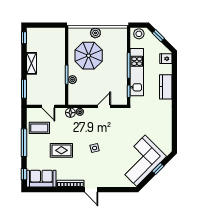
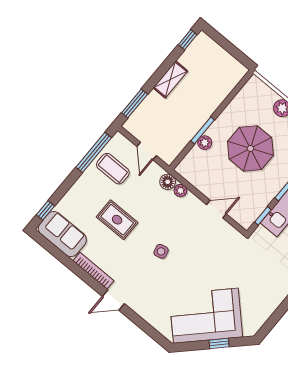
parasol: (89, 56) -> (250, 148), moved
window: (24, 143) -> (94, 153), moved
door: (91, 190) -> (113, 300), hinge flipped

